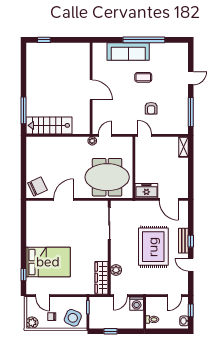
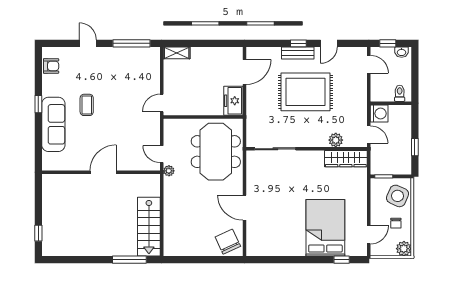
window: (144, 40) -> (38, 104), width x0.32
armchair: (151, 108) -> (51, 66), moved

